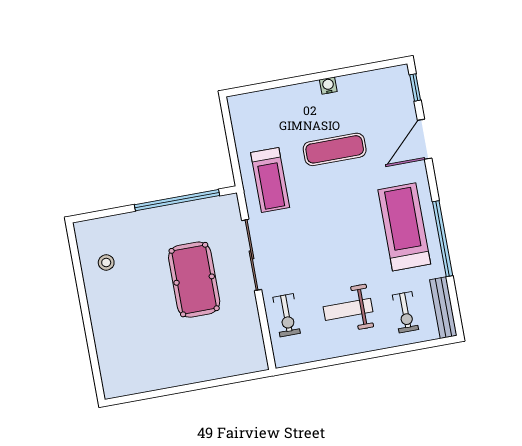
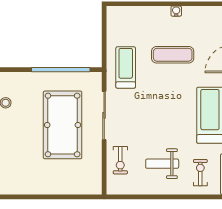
treadmill: (270, 180) -> (126, 67), turned 180
pool table: (194, 280) -> (63, 125), width x1.36, depth x1.32
exercise bike: (405, 312) -> (200, 173), turned 180

